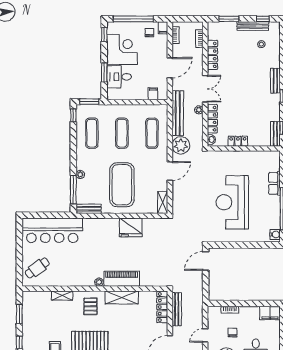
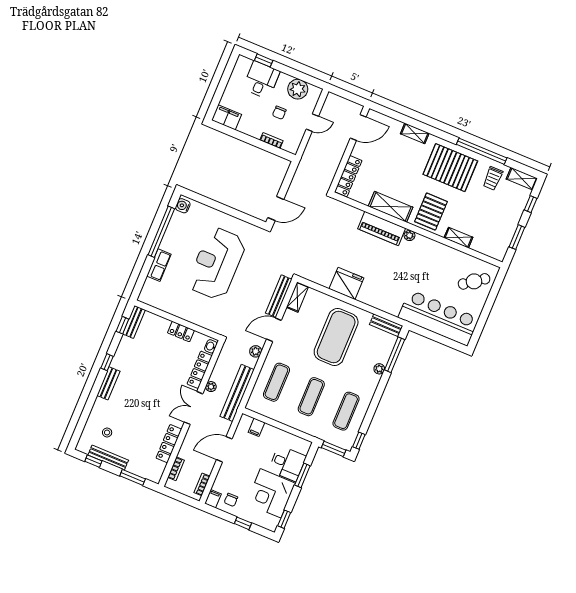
window: (133, 19) -> (243, 523), width x0.32
plant: (181, 145) -> (256, 351), width x0.53, depth x0.53
reception desk: (232, 202) -> (217, 263), turned 180
pallet: (90, 306) -> (431, 212), width x1.50, depth x1.42
bench: (177, 309) -> (279, 296), moved

